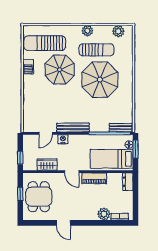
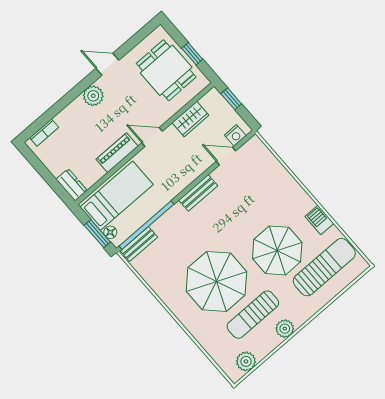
bench: (73, 128) -> (198, 193), width x0.73
door: (46, 133) -> (226, 156), hinge flipped
nightstand: (63, 139) -> (235, 135), moved
plant: (104, 214) -> (93, 96), moved

